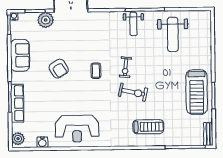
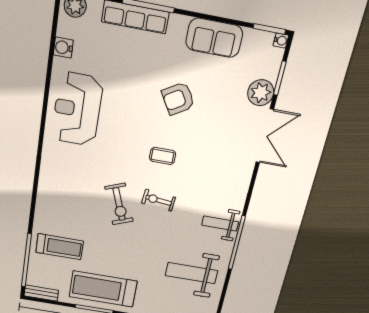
exercise bike: (133, 92) -> (119, 204), turned -33
treadmill: (148, 127) -> (60, 247), moved, turned -90

